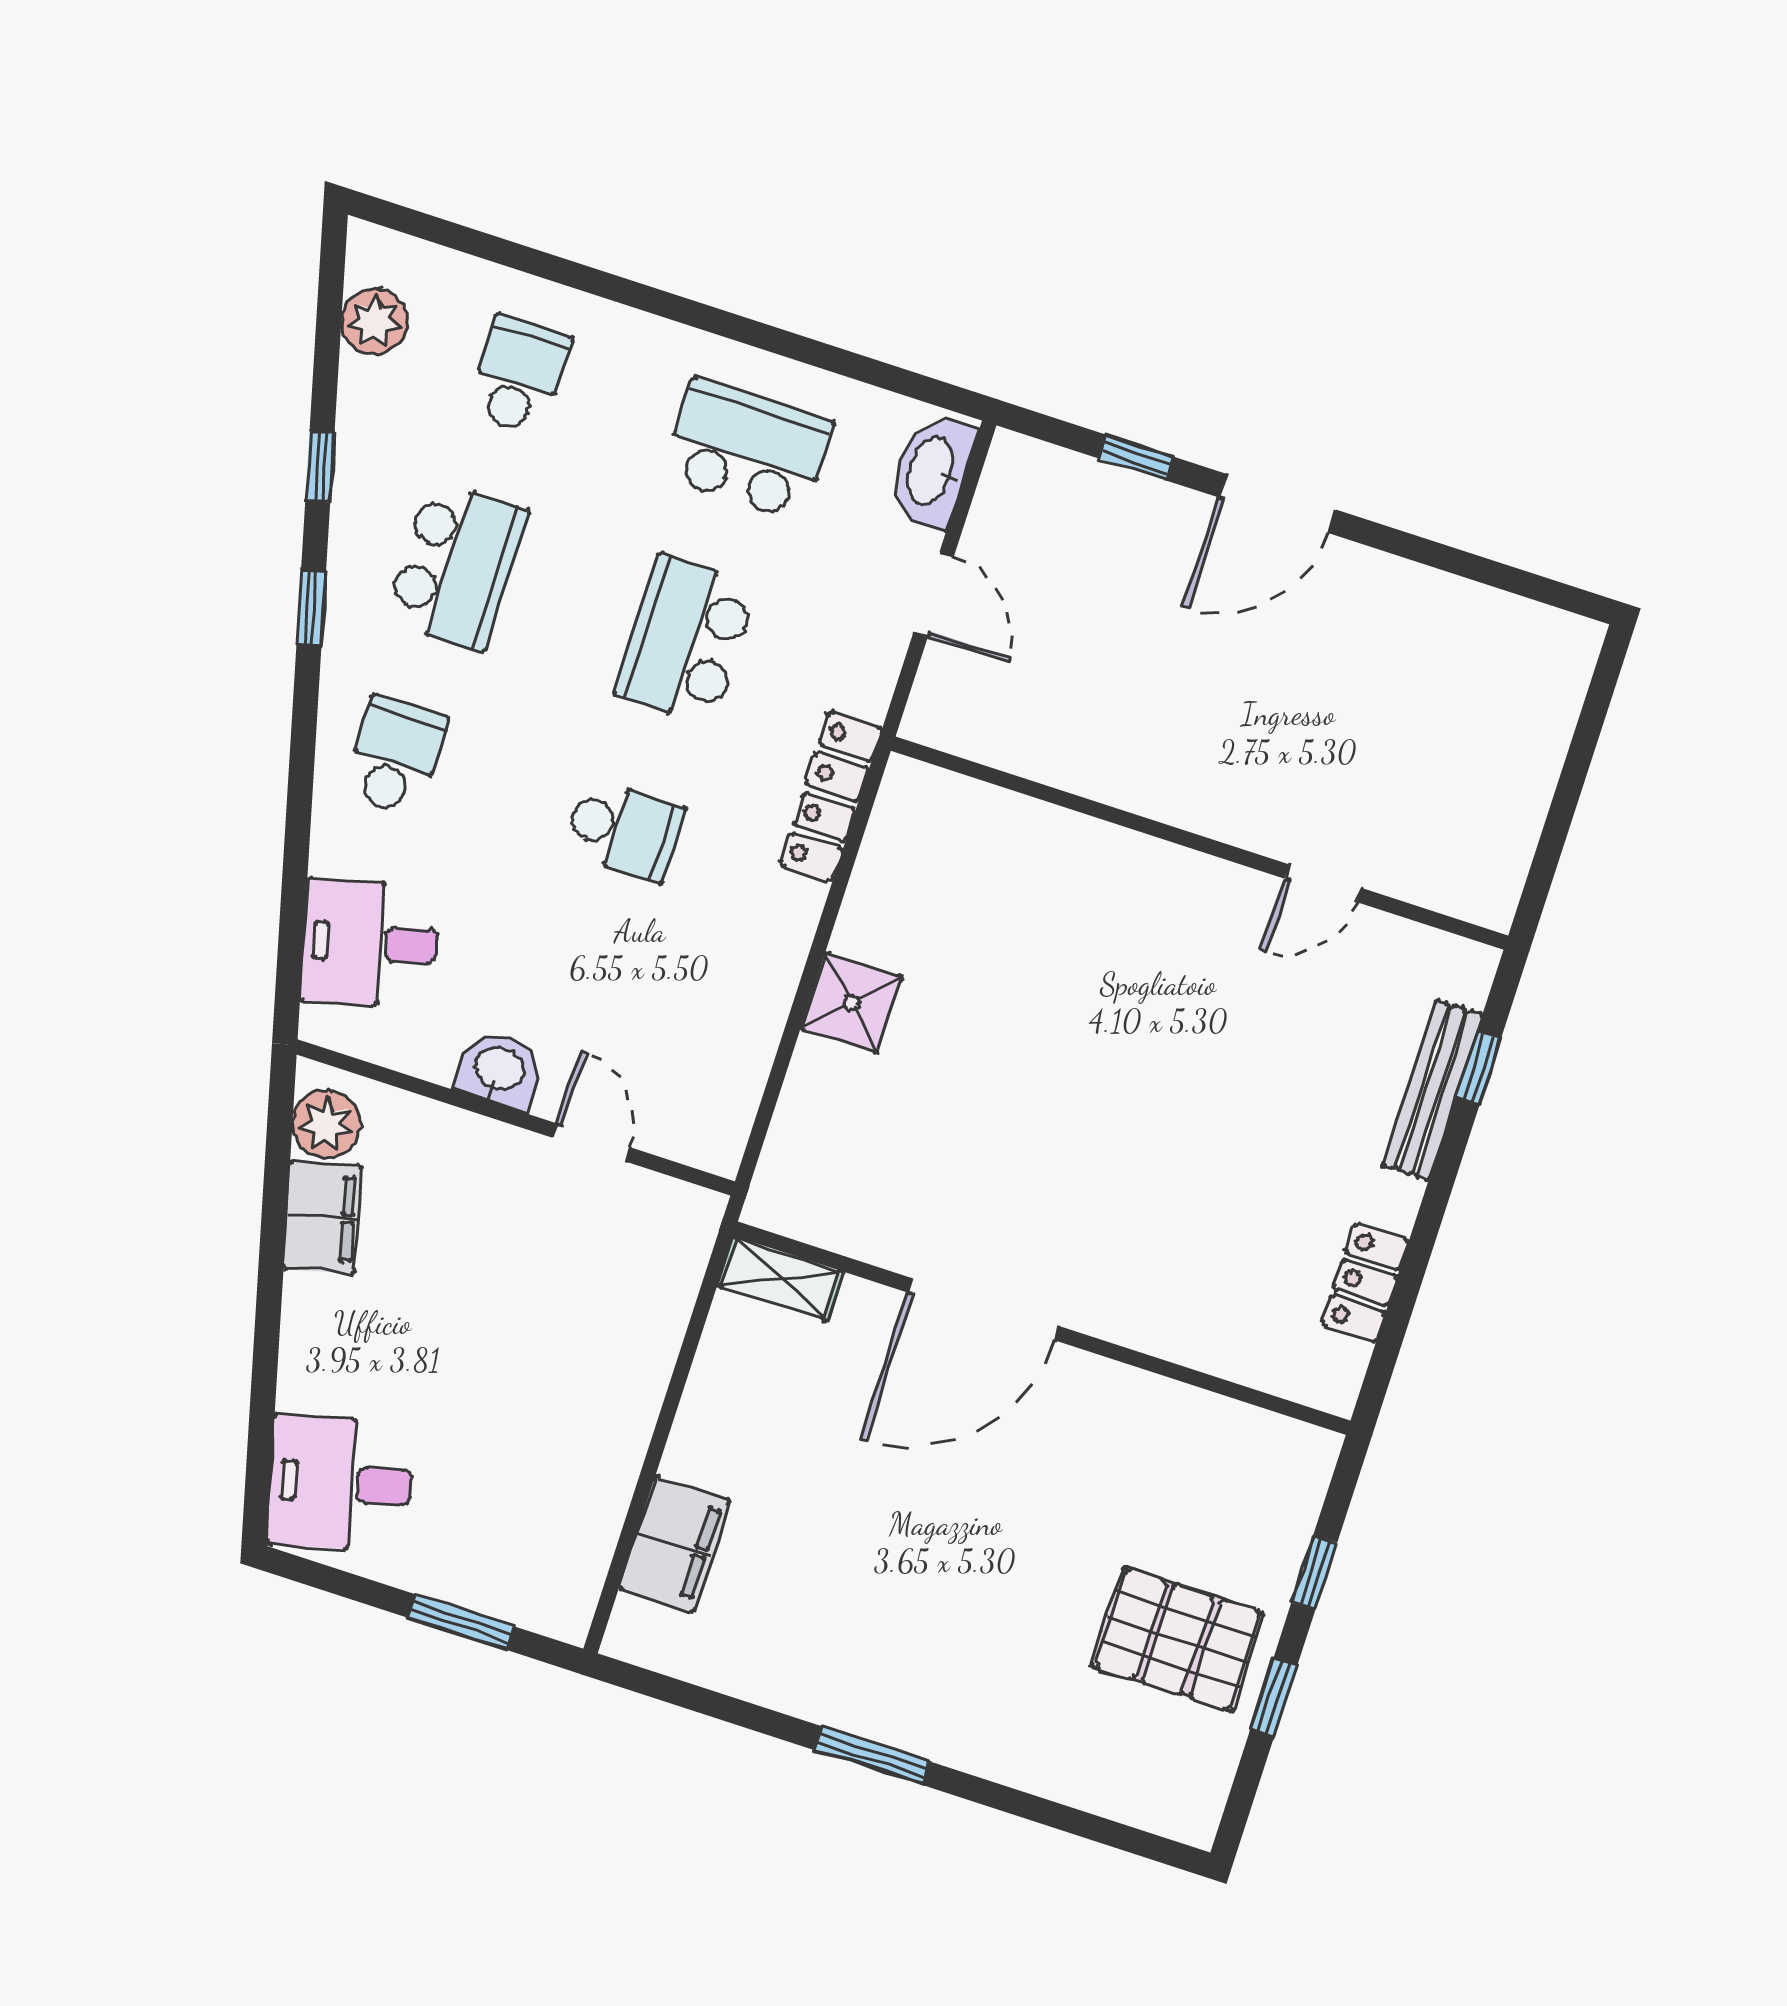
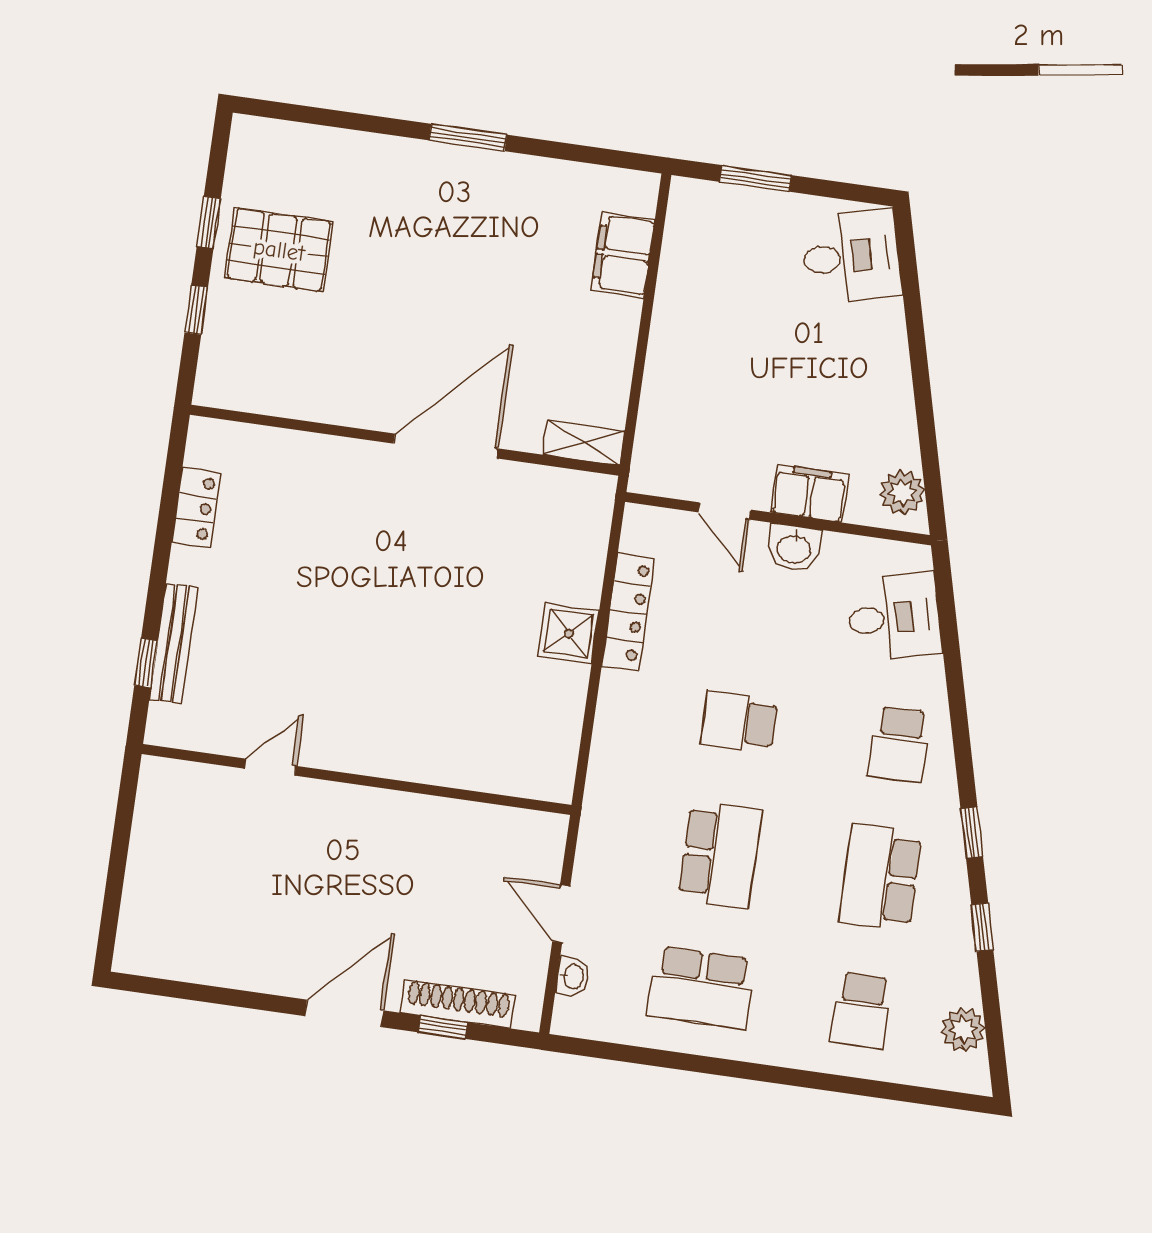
washbasin: (931, 471) -> (573, 976), width x0.52, depth x0.69
shoe rack: (1108, 488) -> (458, 1004), added
locker: (831, 797) -> (628, 612), moved
filing cabinet: (323, 1217) -> (809, 494), moved, turned 104

